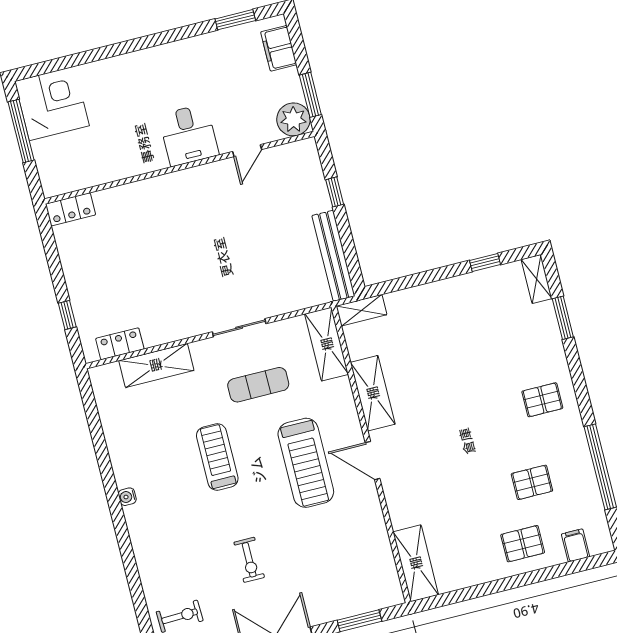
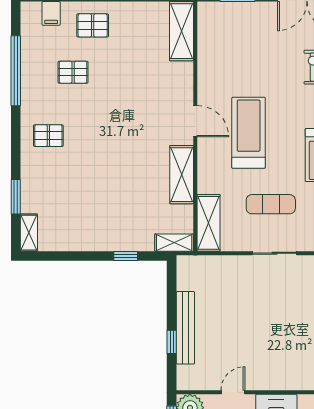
bench: (333, 256) -> (185, 328), moved
window: (485, 262) -> (126, 256), moved

